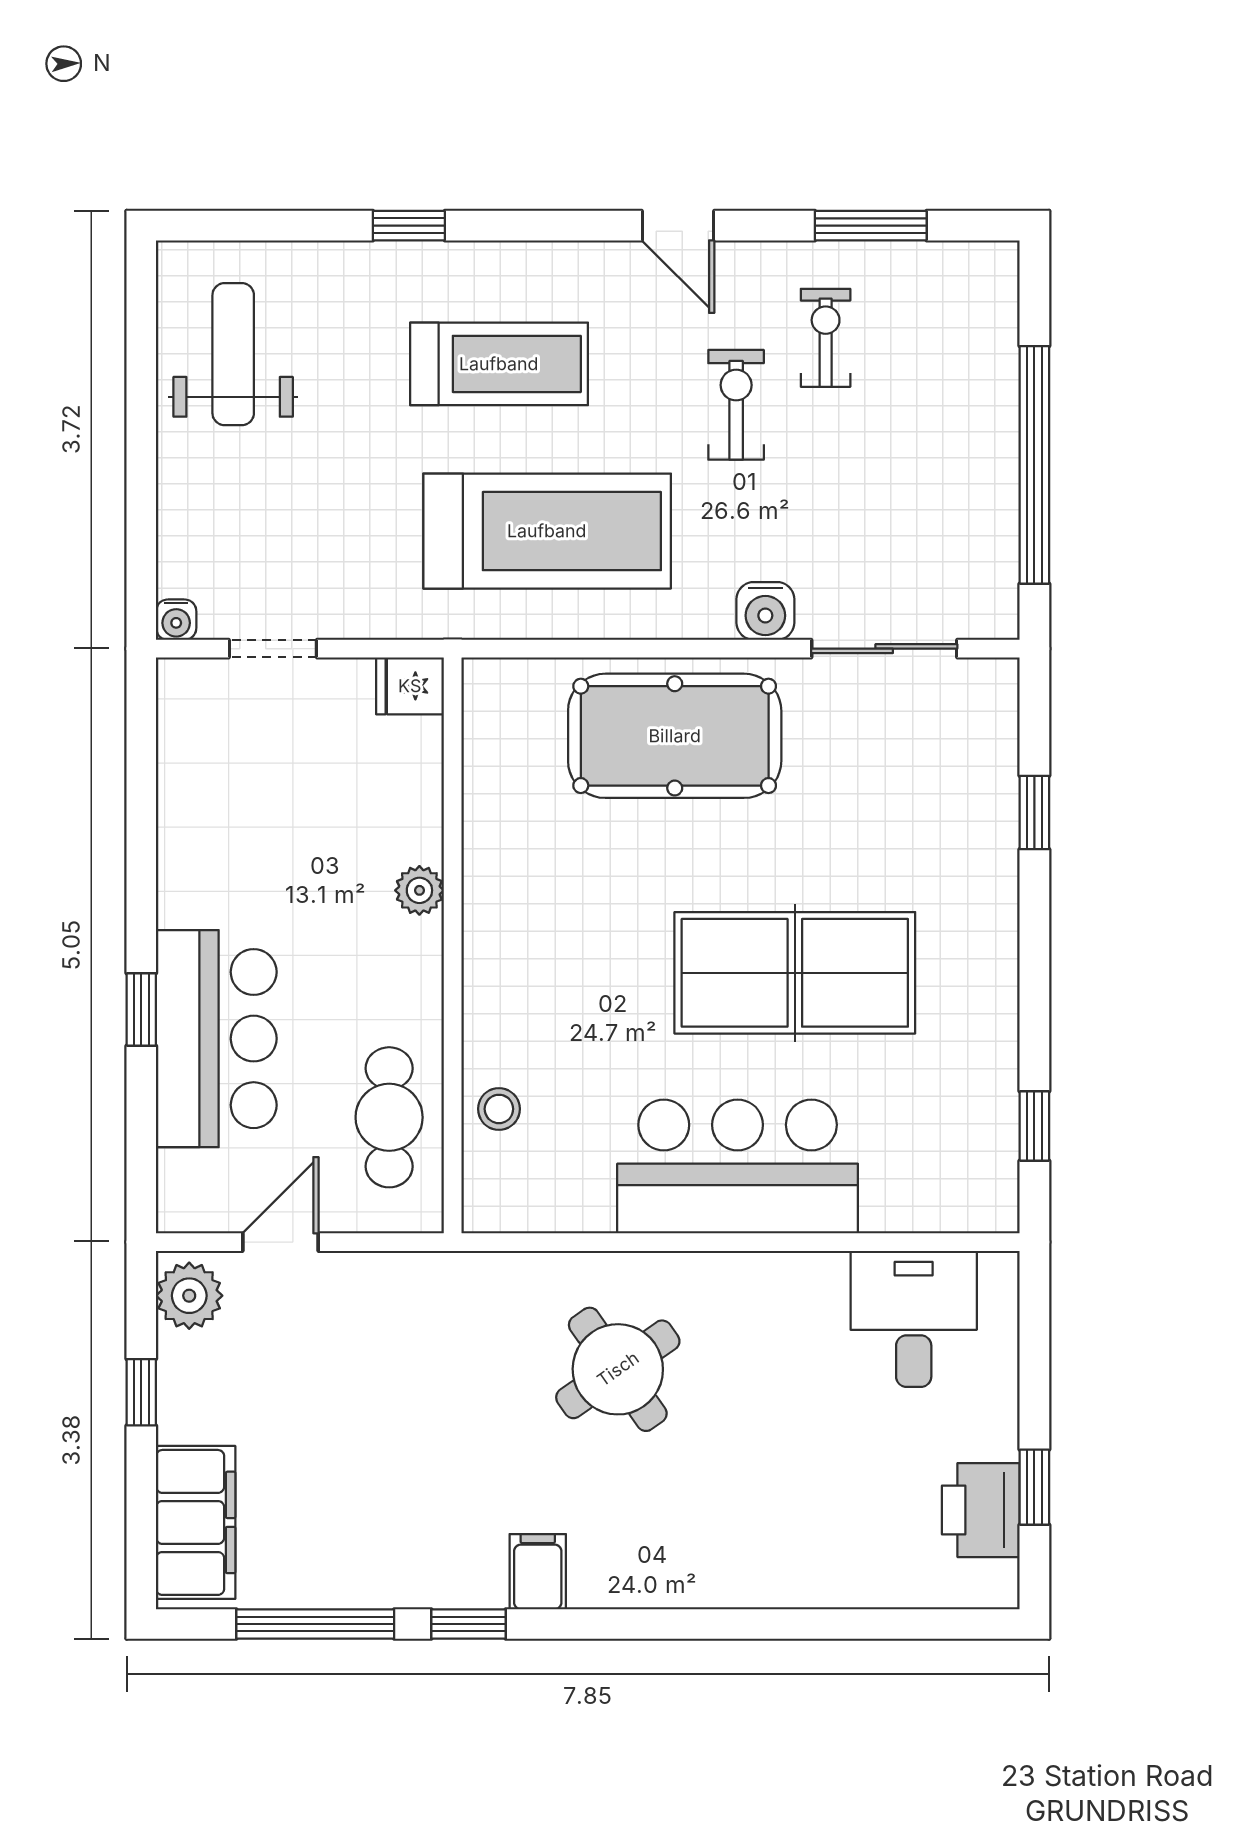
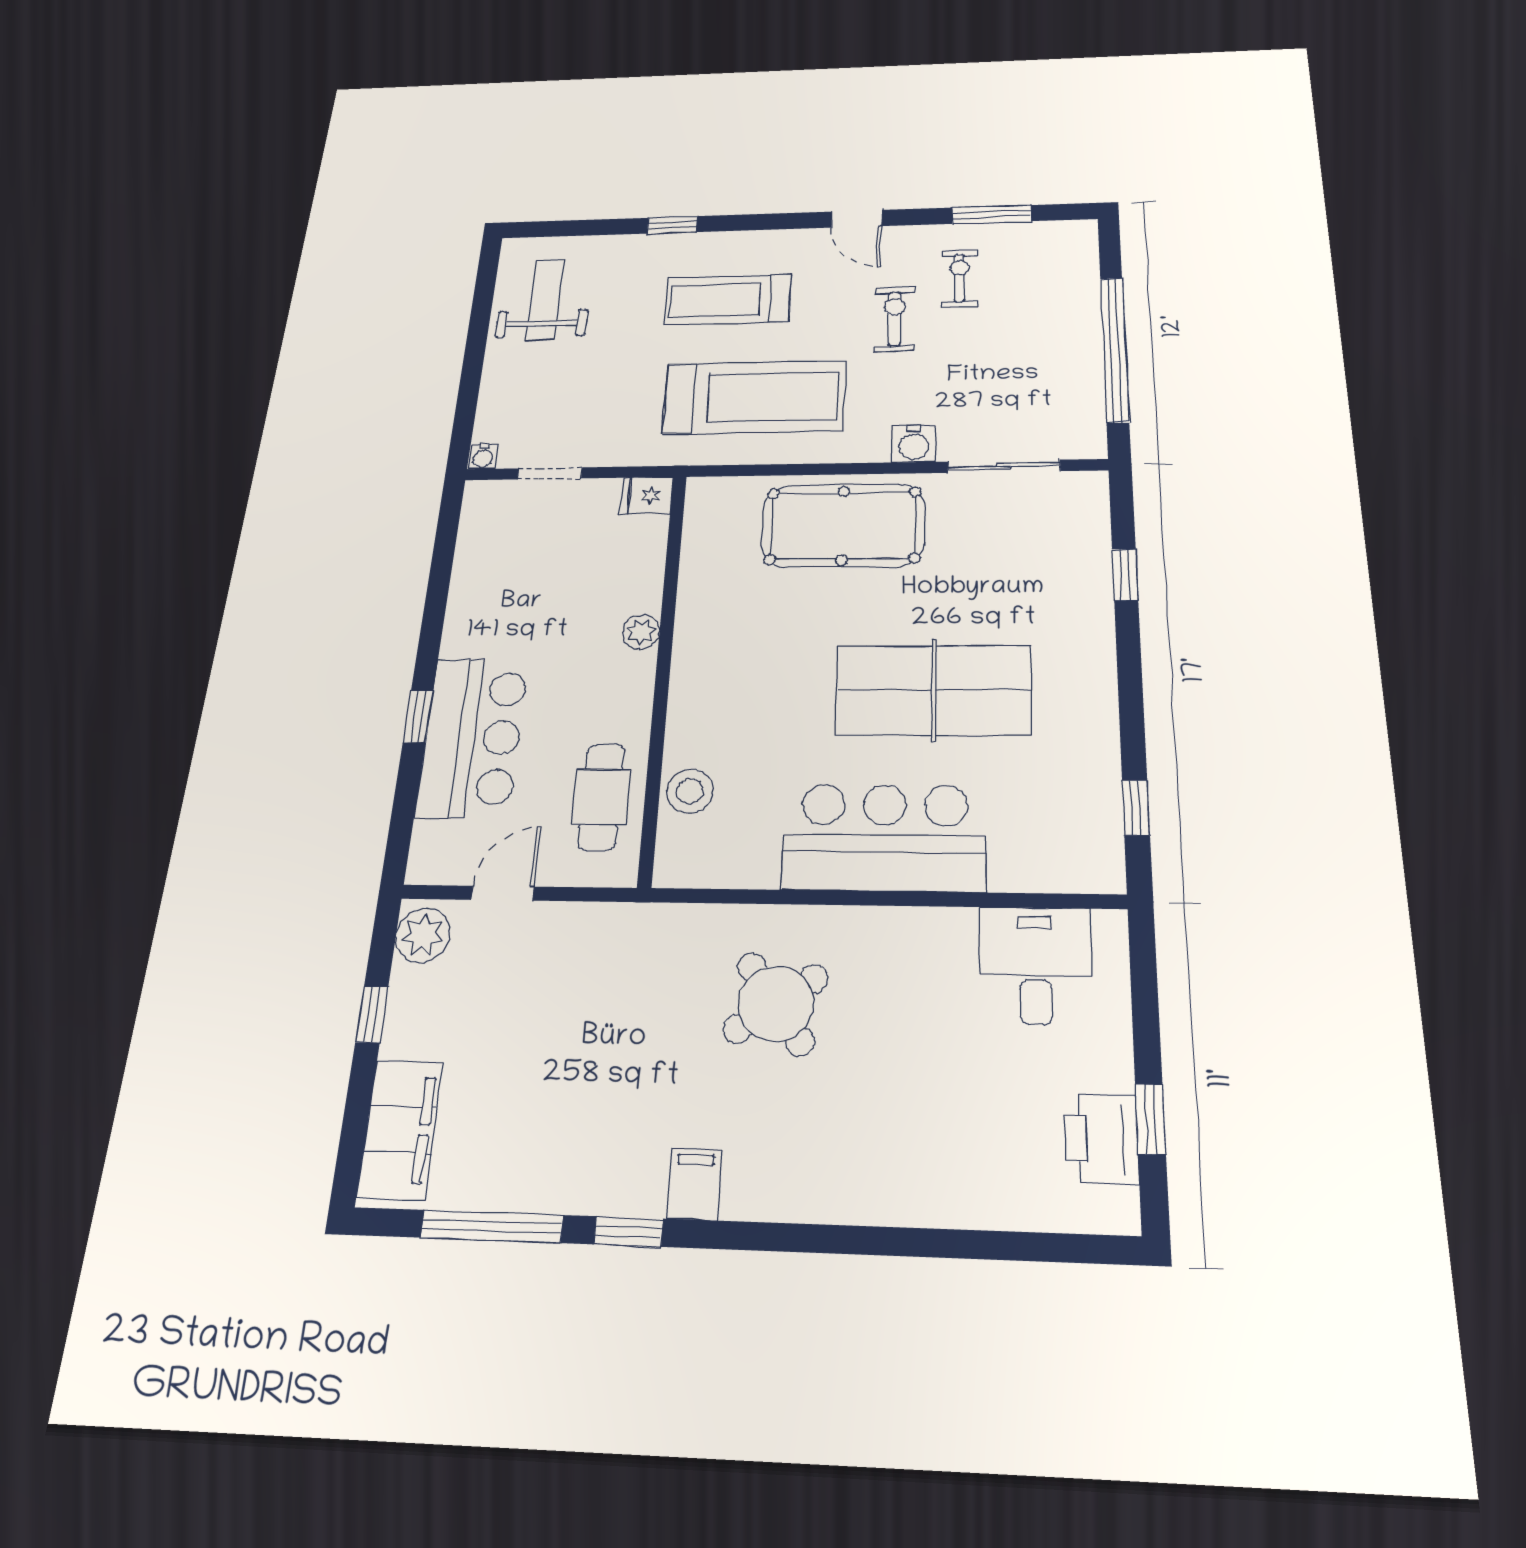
treadmill: (499, 364) -> (728, 300), turned 180
stool: (499, 1109) -> (690, 791), width x1.37, depth x1.37

